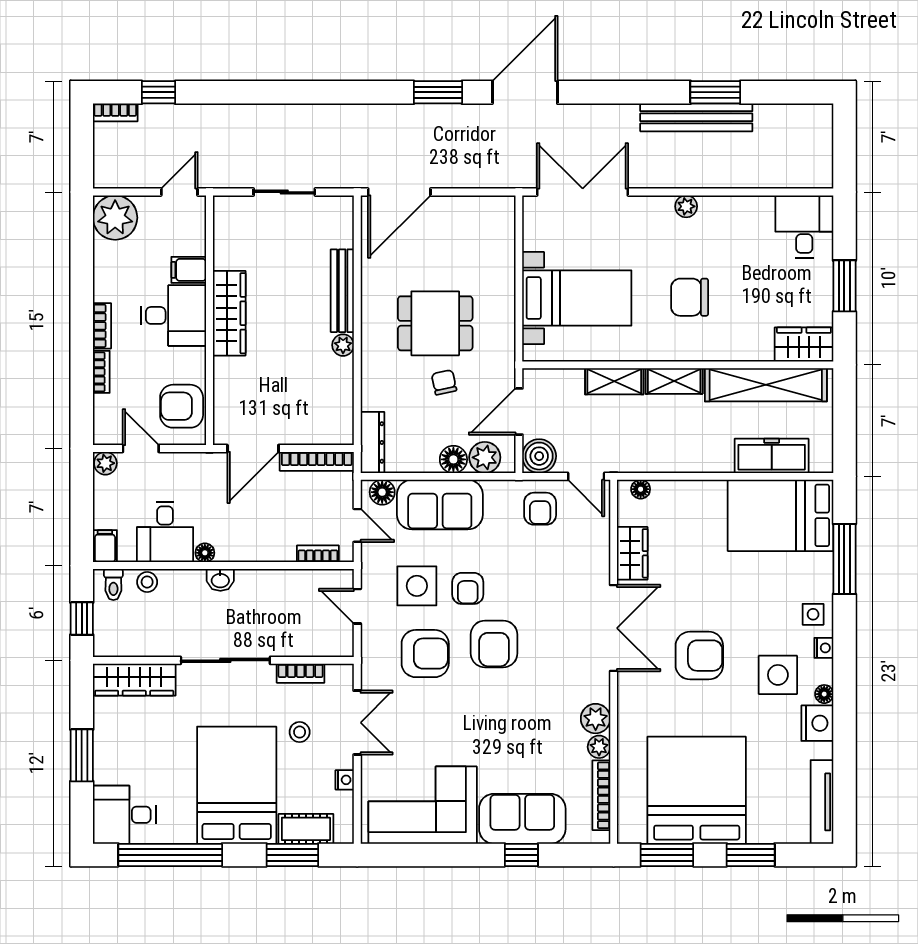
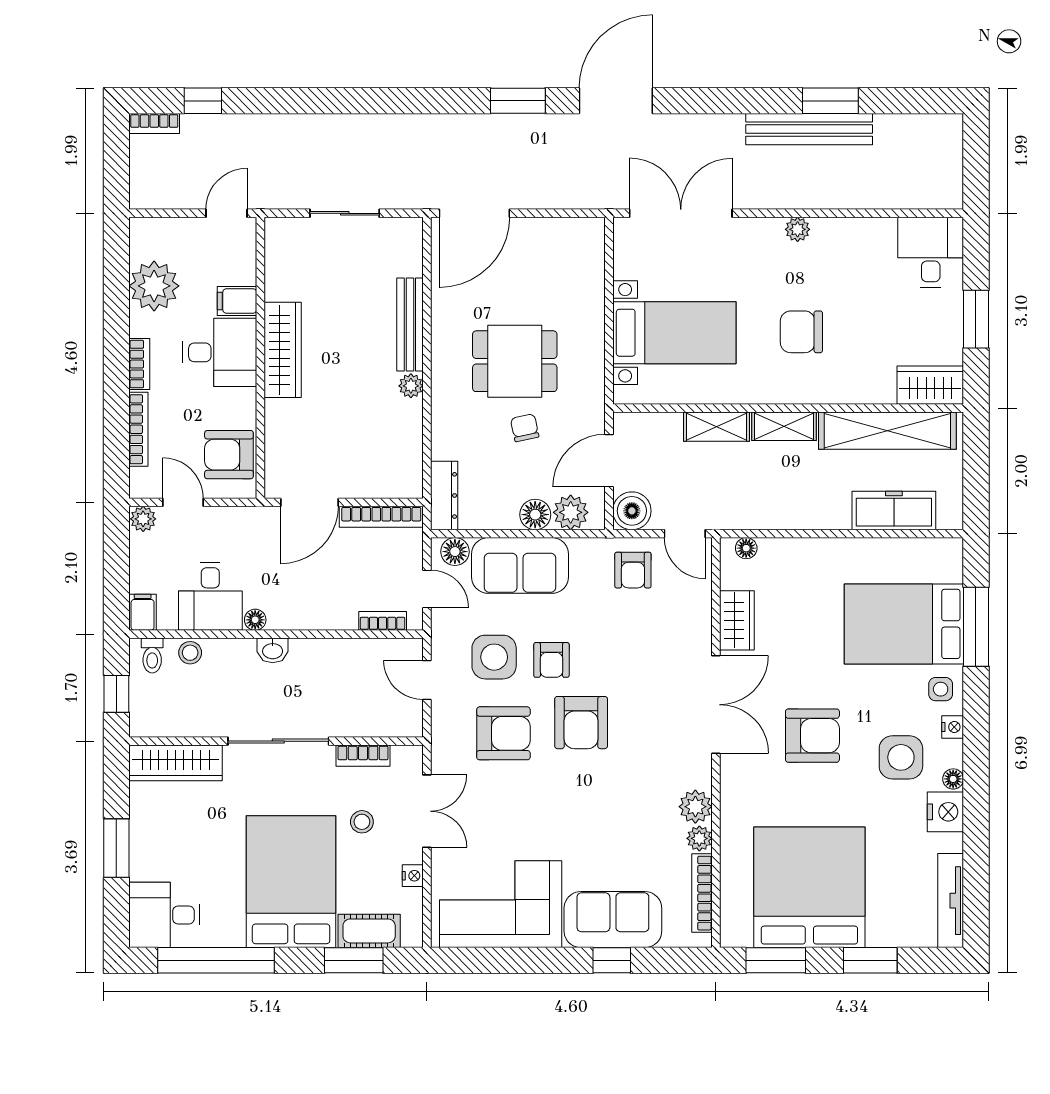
plant: (115, 218) -> (154, 286), moved
bookcase: (101, 372) -> (138, 429), width x1.56
bed: (780, 515) -> (904, 624), moved

